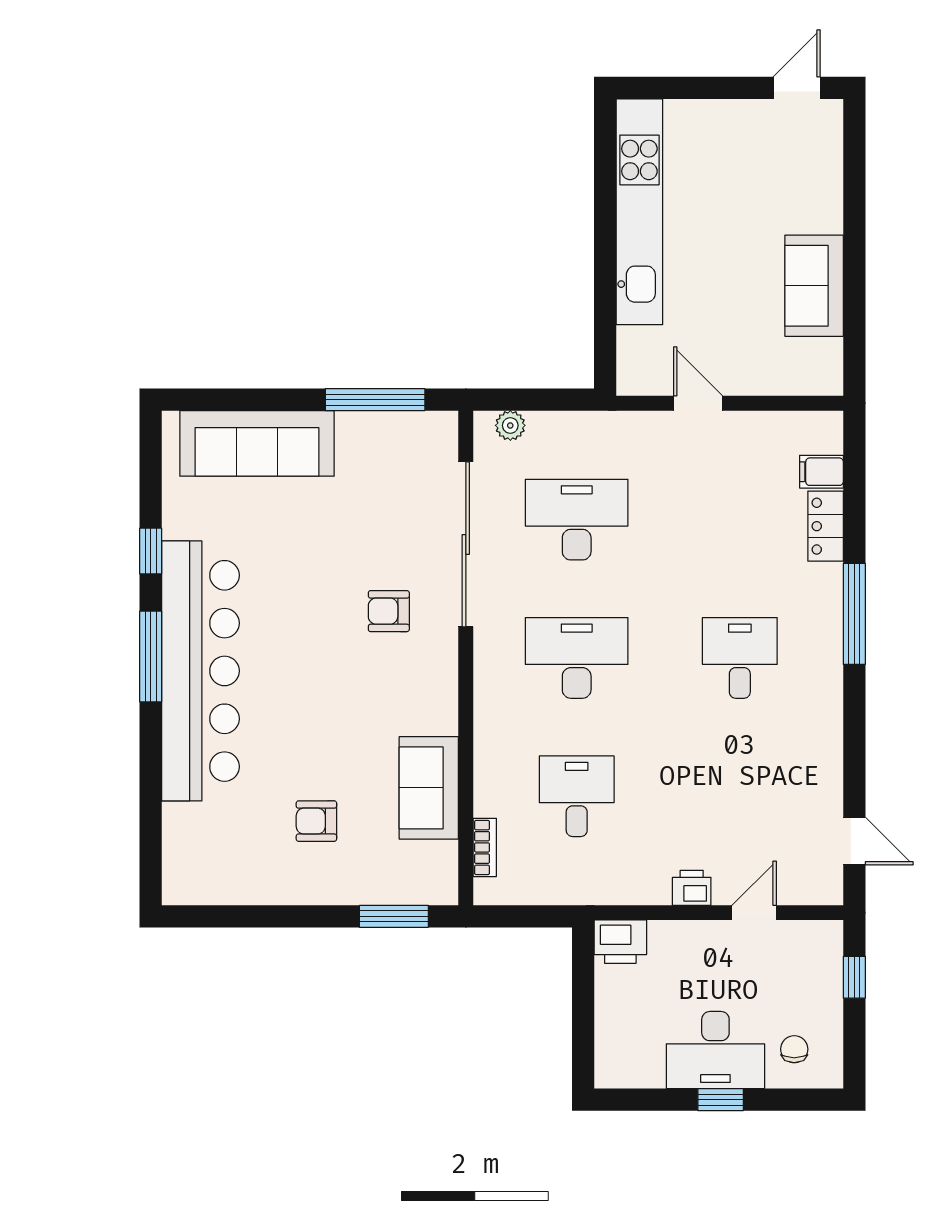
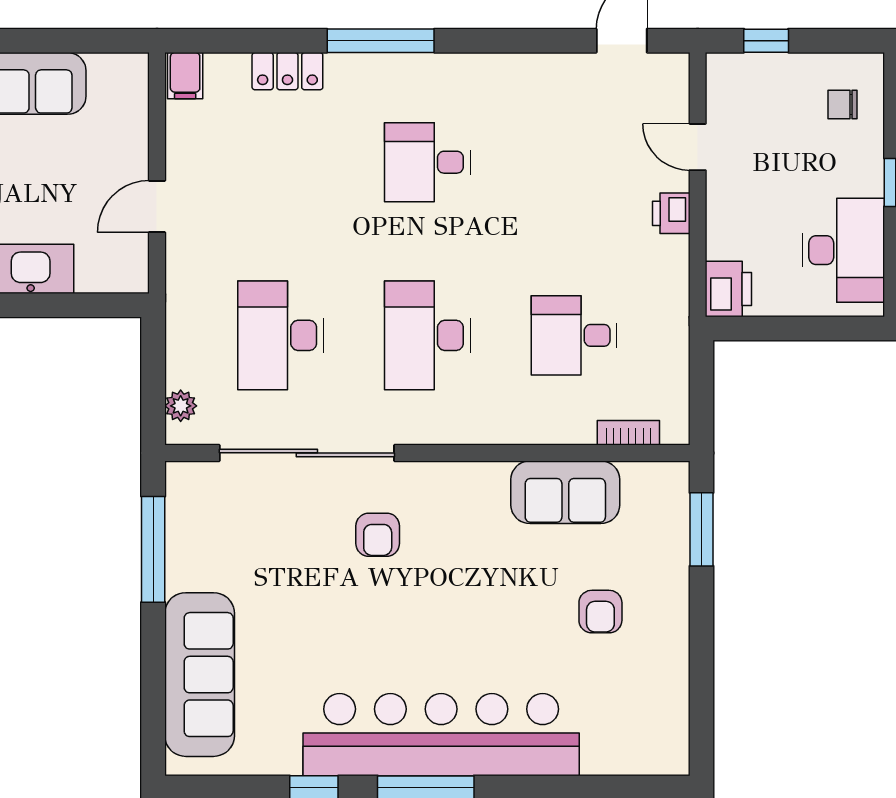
filing cabinet: (821, 472) -> (185, 76), moved
desk: (715, 1050) -> (843, 250), moved

